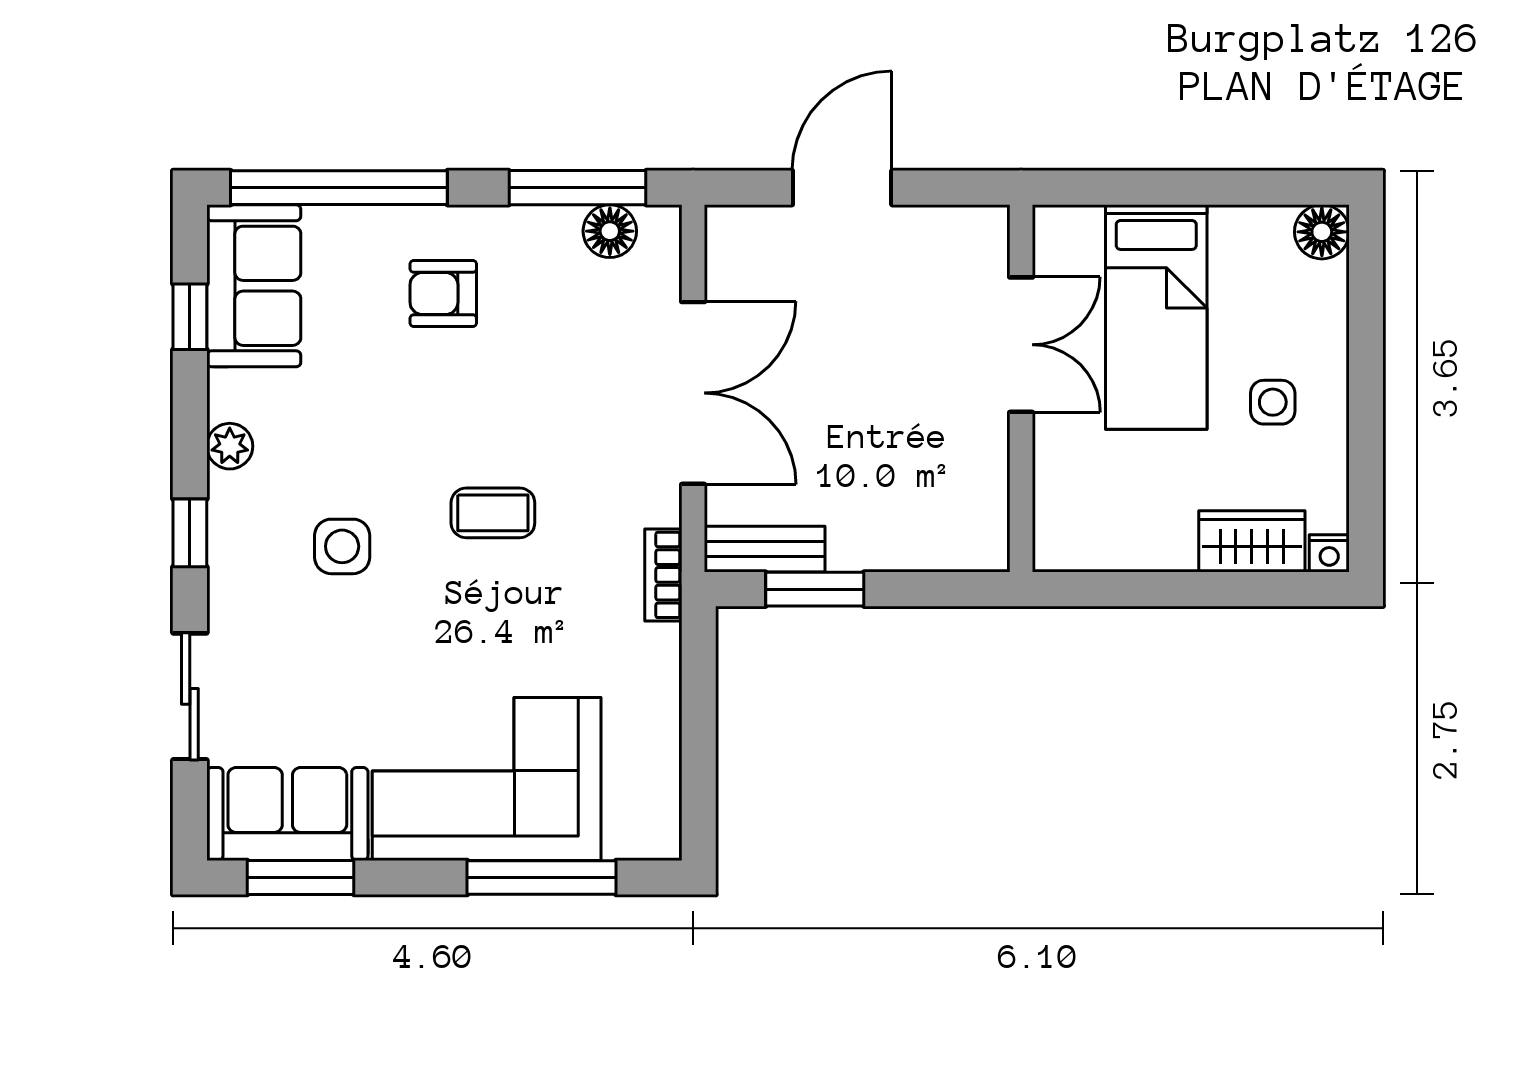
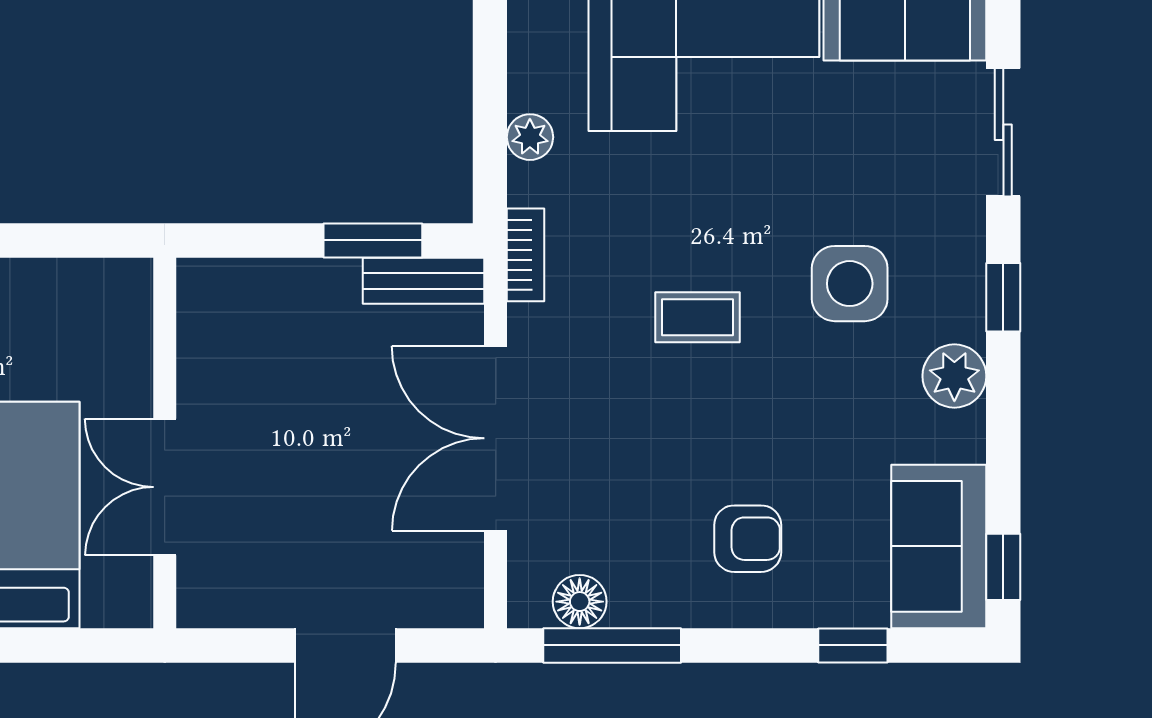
window: (339, 188) -> (853, 645), width x0.32
window: (190, 317) -> (1003, 567), moved
plant: (230, 446) -> (954, 376), width x1.38, depth x1.38
side table: (342, 546) -> (850, 284), width x1.37, depth x1.37
plant: (659, 692) -> (530, 137), added

